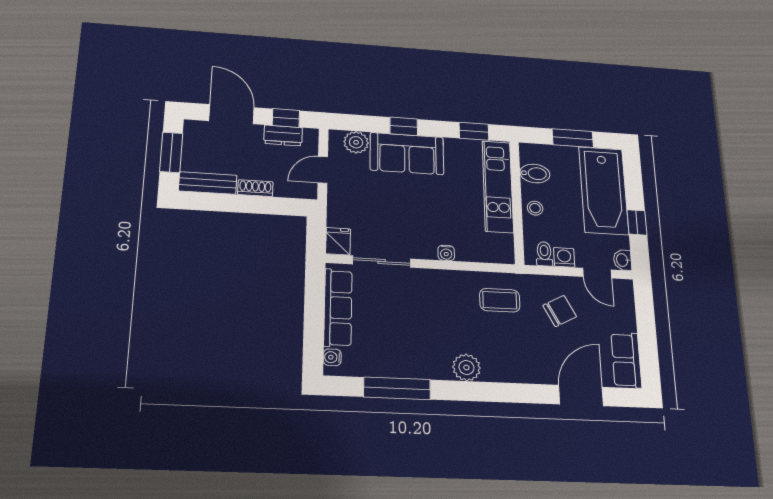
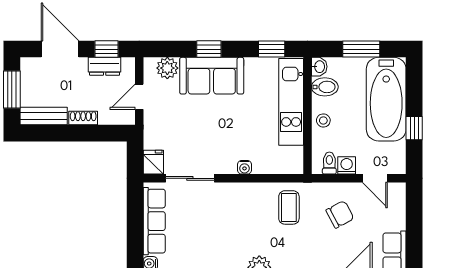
washbasin: (623, 260) -> (319, 67), moved, turned 180
coffee table: (500, 300) -> (289, 207), turned 90

